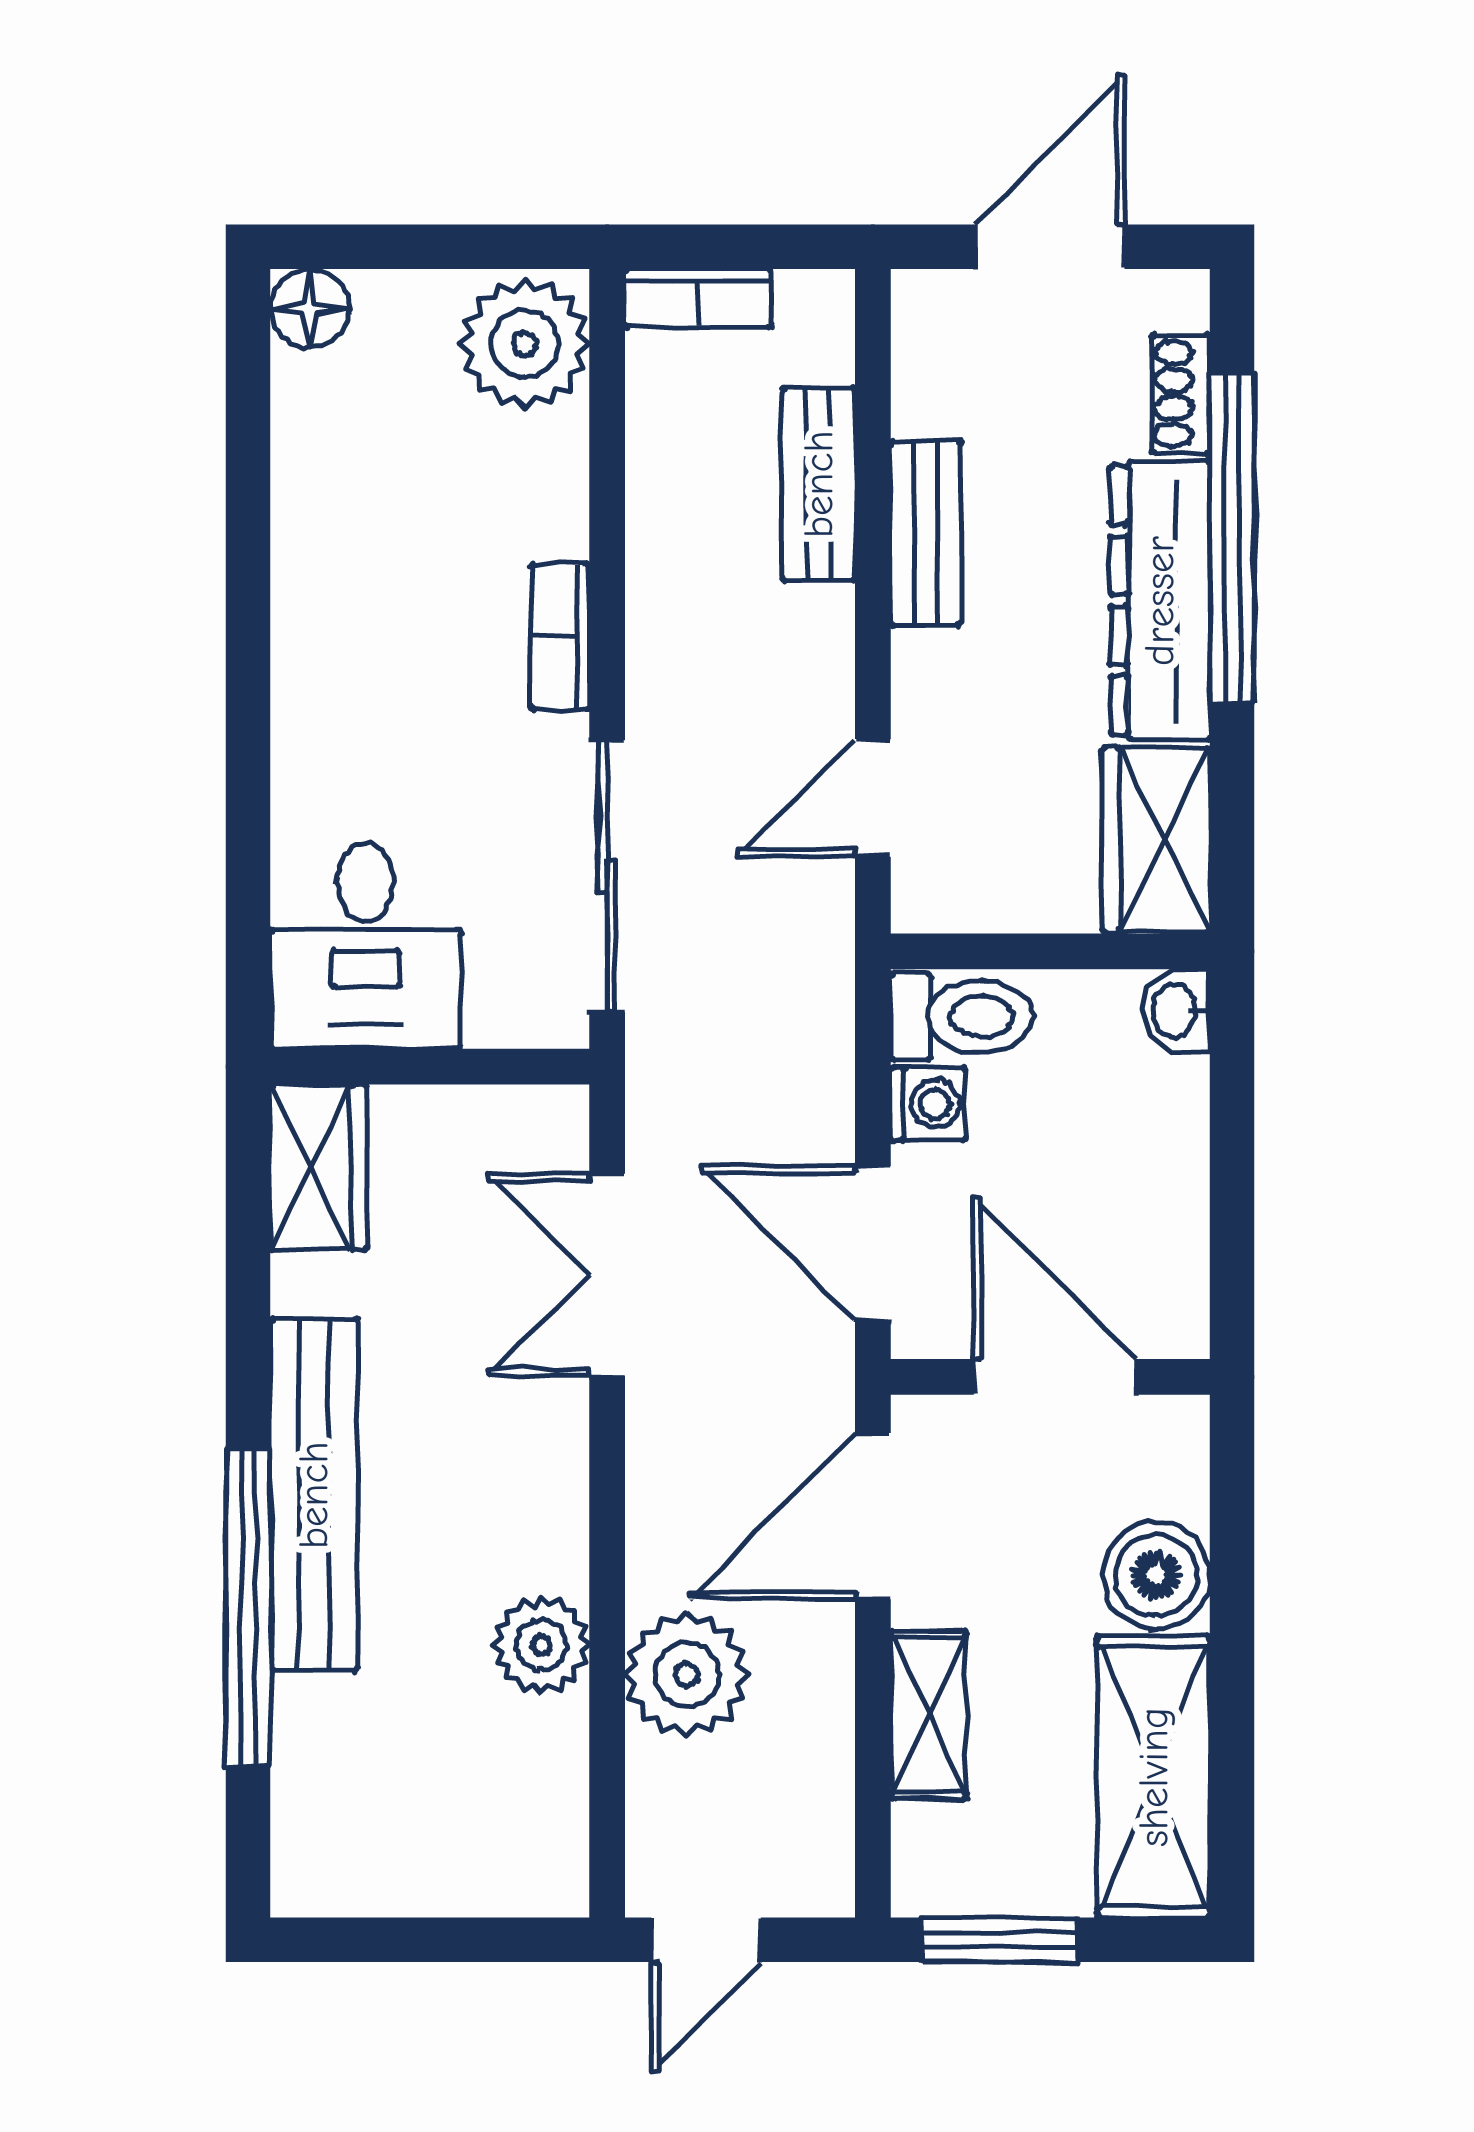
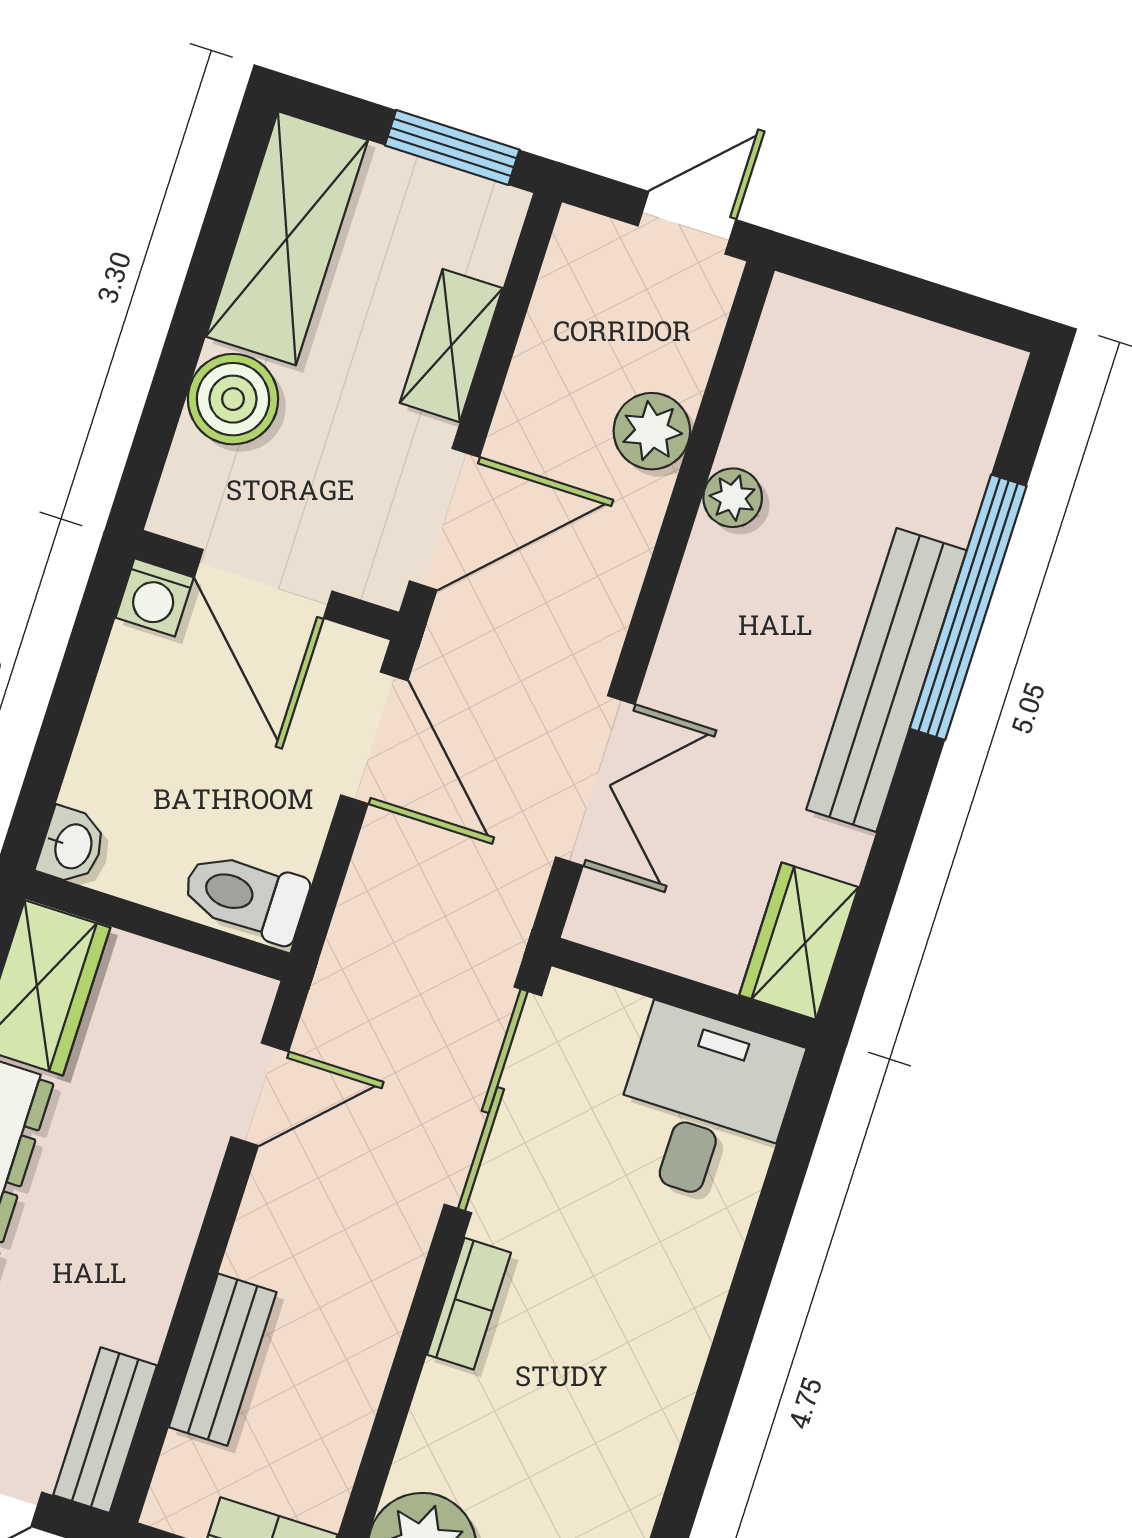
bench: (926, 533) -> (105, 1430), moved
washing machine: (928, 1104) -> (155, 597), moved, turned -90
plant: (541, 1645) -> (733, 498), width x0.73, depth x0.73
plant: (687, 1675) -> (652, 431), width x0.73, depth x0.73

